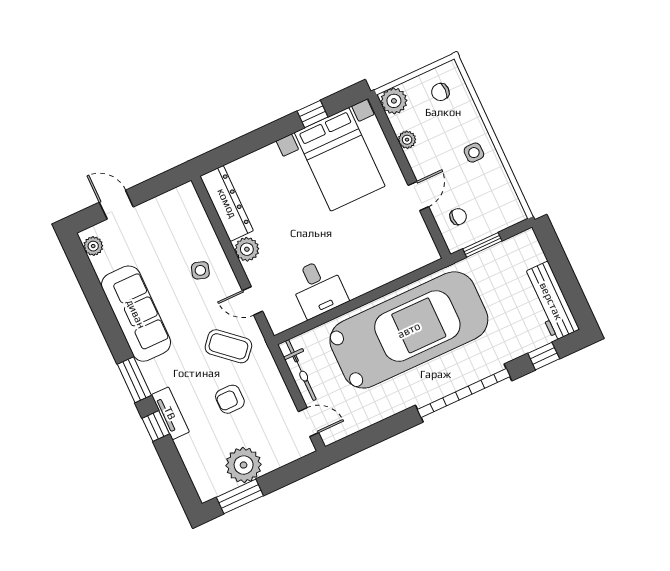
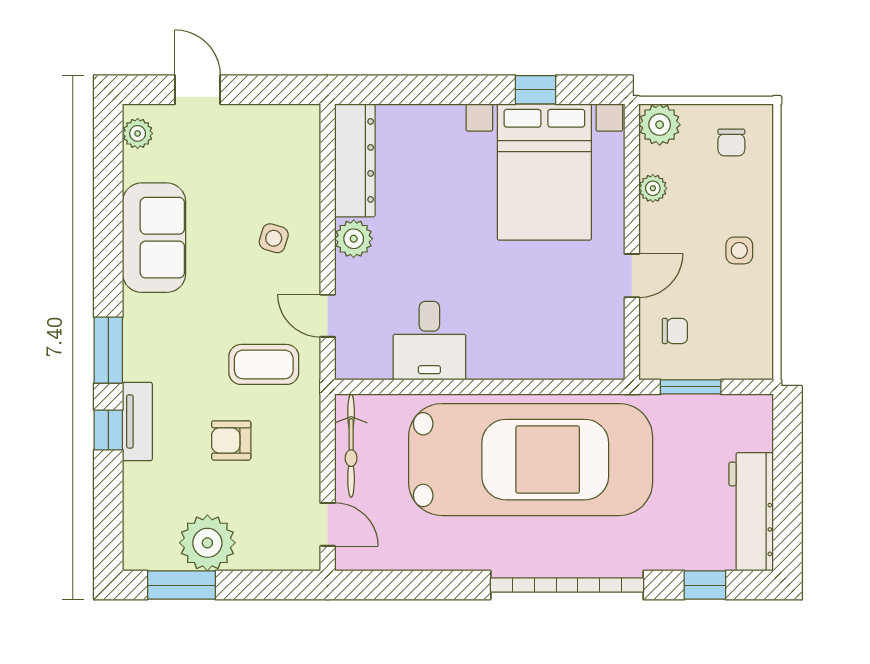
chair: (440, 92) -> (731, 142), turned -90
sofa: (136, 314) -> (154, 238), width x0.73
coffee table: (228, 346) -> (264, 364), turned -41

